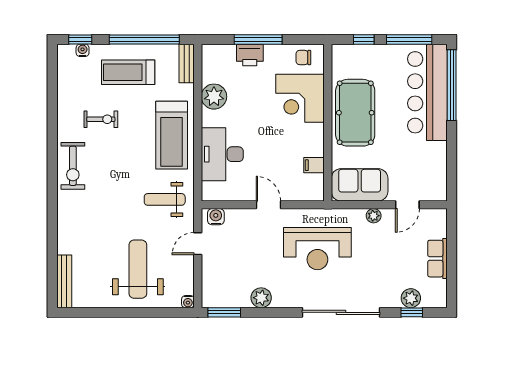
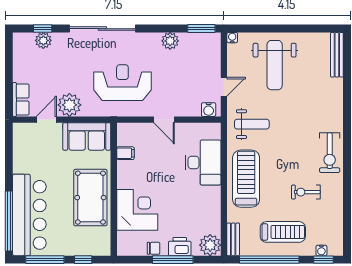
chair: (303, 58) -> (154, 248), moved
plant: (214, 97) -> (210, 245), moved
exercise bike: (73, 166) -> (330, 153), turned 180
plant: (374, 216) -> (69, 105), width x1.87, depth x1.87
row of seats: (437, 259) -> (21, 100), moved

